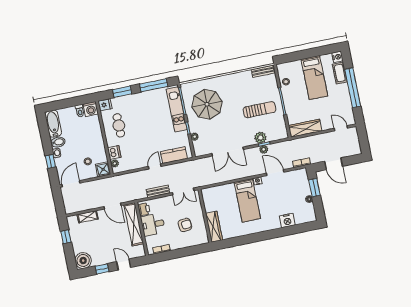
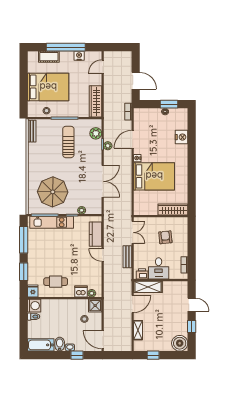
nightstand: (337, 57) -> (79, 56), moved
bed: (314, 78) -> (48, 87), width x1.50
plant: (260, 138) -> (96, 133), moved
door: (334, 164) -> (136, 81), hinge flipped
window: (314, 188) -> (169, 104), moved
bed: (247, 200) -> (154, 176), width x1.50
shelving: (134, 224) -> (148, 287), width x0.68
door: (124, 265) -> (192, 305), swing flipped

